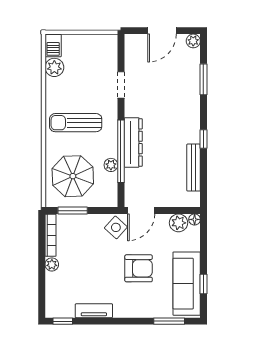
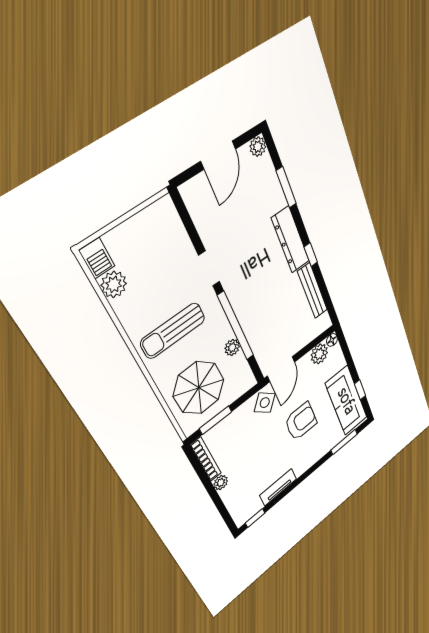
doorway: (121, 85) -> (209, 268), moved
dresser: (133, 142) -> (290, 240), moved, turned 180

